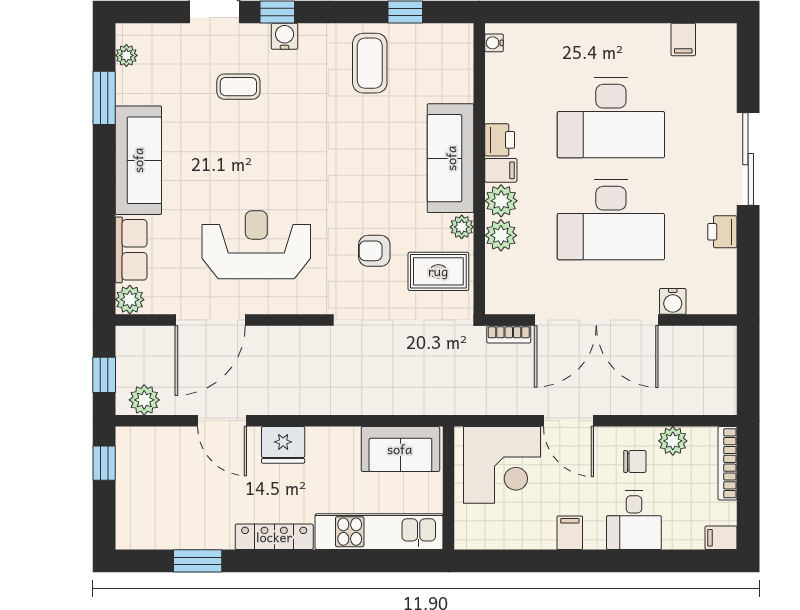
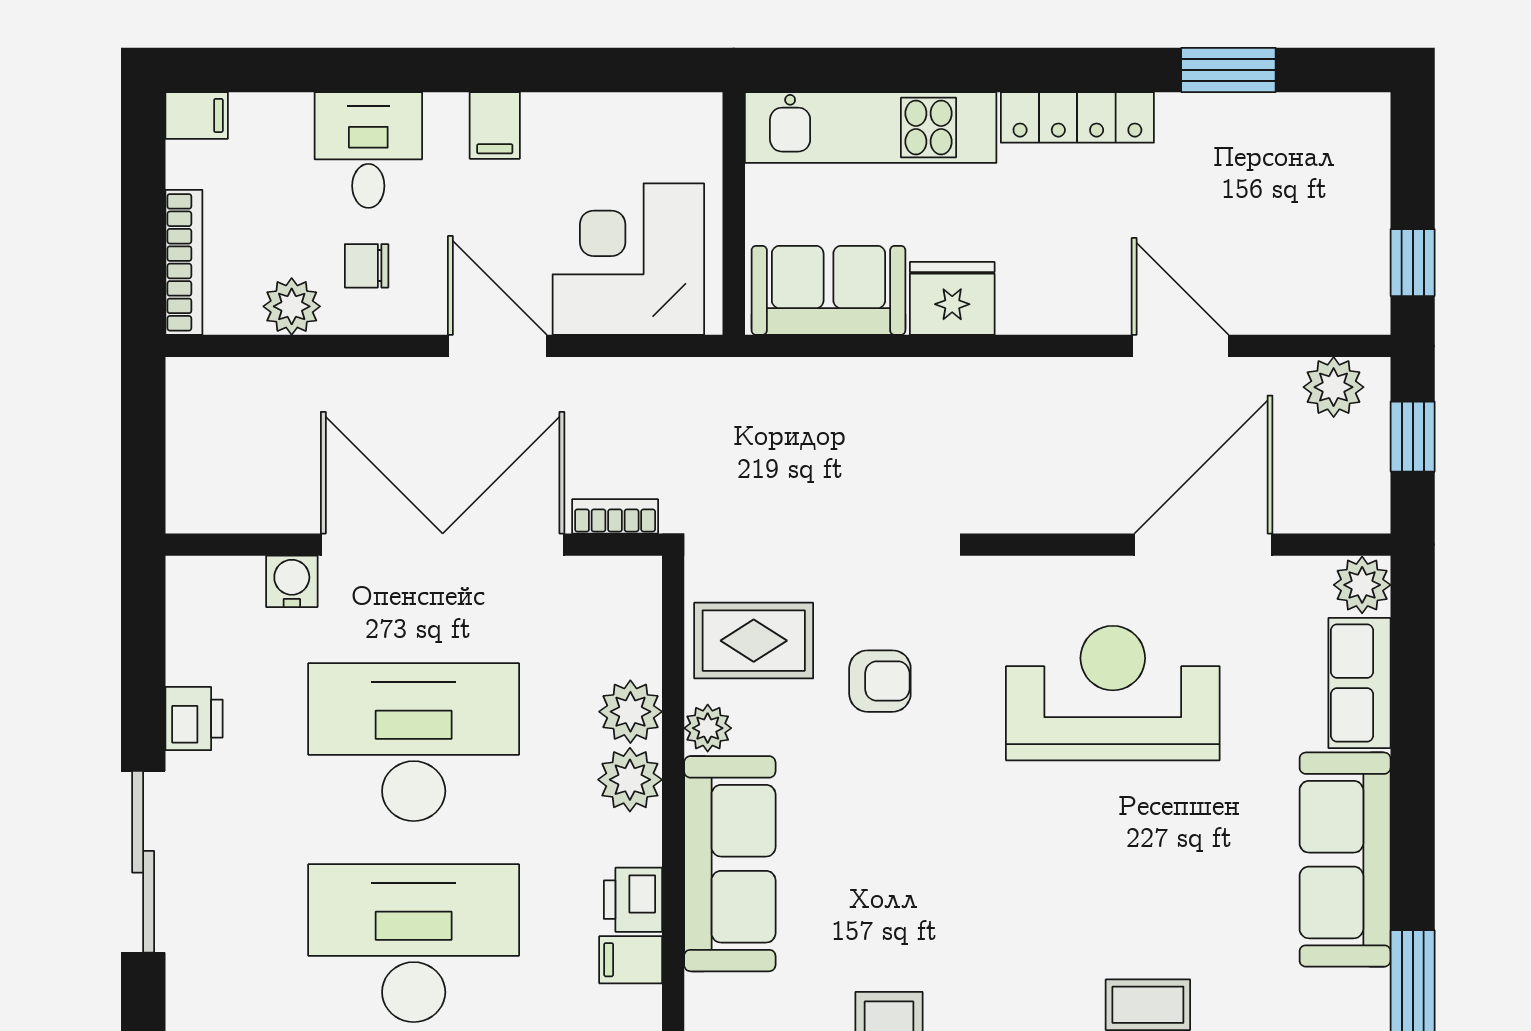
filing cabinet: (501, 170) -> (631, 960), moved
reception desk: (256, 245) -> (1113, 693), turned 180
fridge: (283, 445) -> (952, 298), moved

